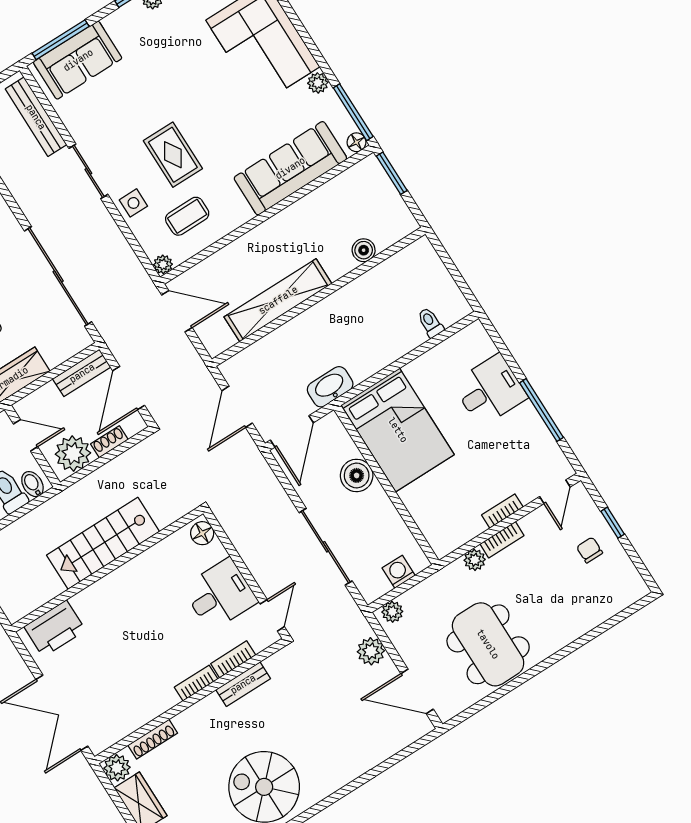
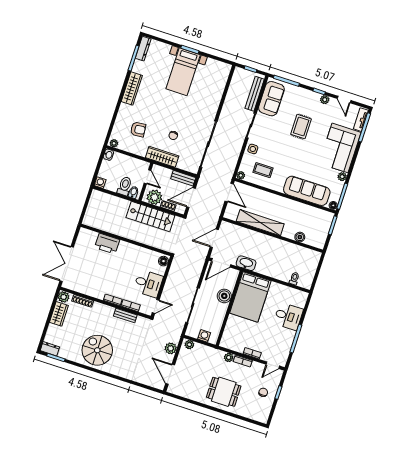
sofa: (78, 60) -> (271, 99), moved, turned -90
rug: (173, 155) -> (301, 127), moved
stairs: (103, 543) -> (150, 216), moved, turned 180
printer: (55, 629) -> (107, 244), moved
dining table: (488, 644) -> (224, 392), moved, width x0.73

